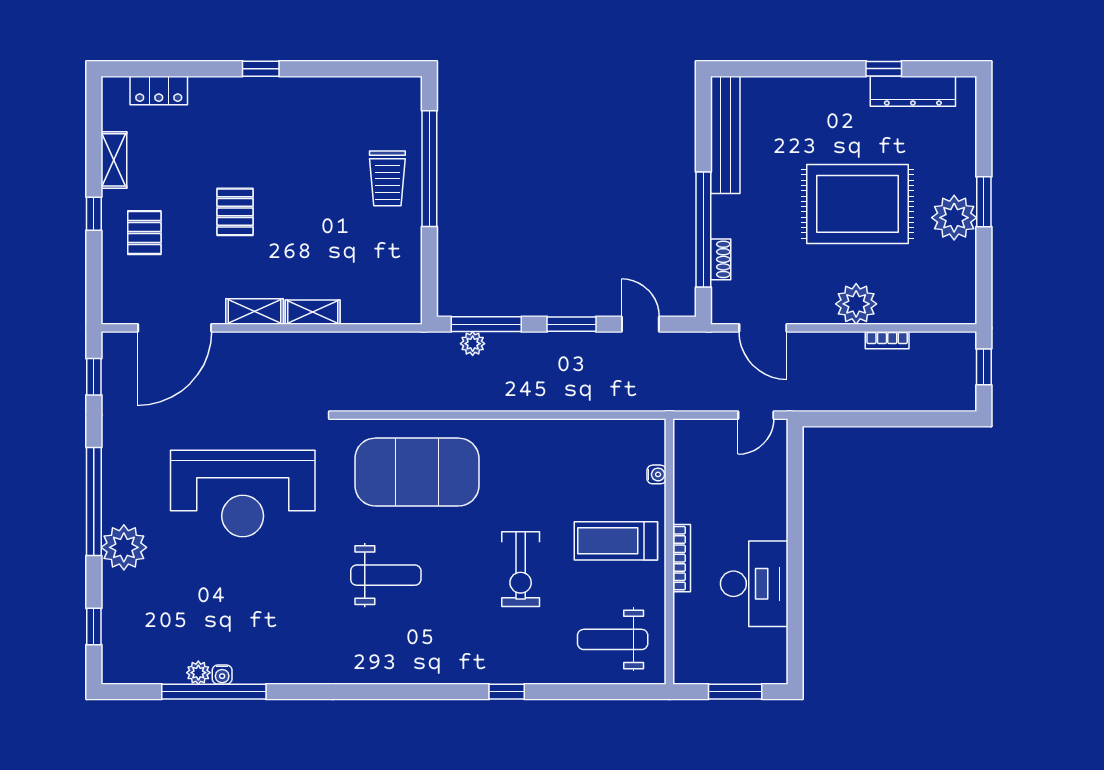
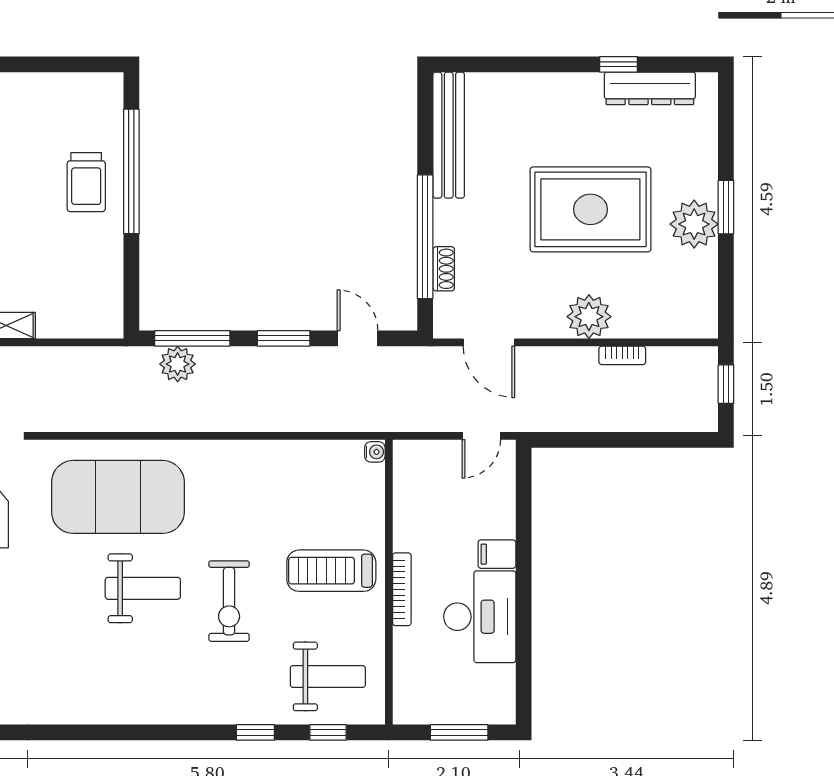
plant: (473, 344) -> (178, 364), width x1.38, depth x1.38
water cooler: (657, 474) -> (375, 452), moved
filing cabinet: (770, 525) -> (497, 554), added
weight bench: (386, 575) -> (143, 588), moved
weight bench: (613, 639) -> (328, 676), turned 180
window: (507, 692) -> (255, 732), moved
window: (613, 692) -> (328, 732), added

